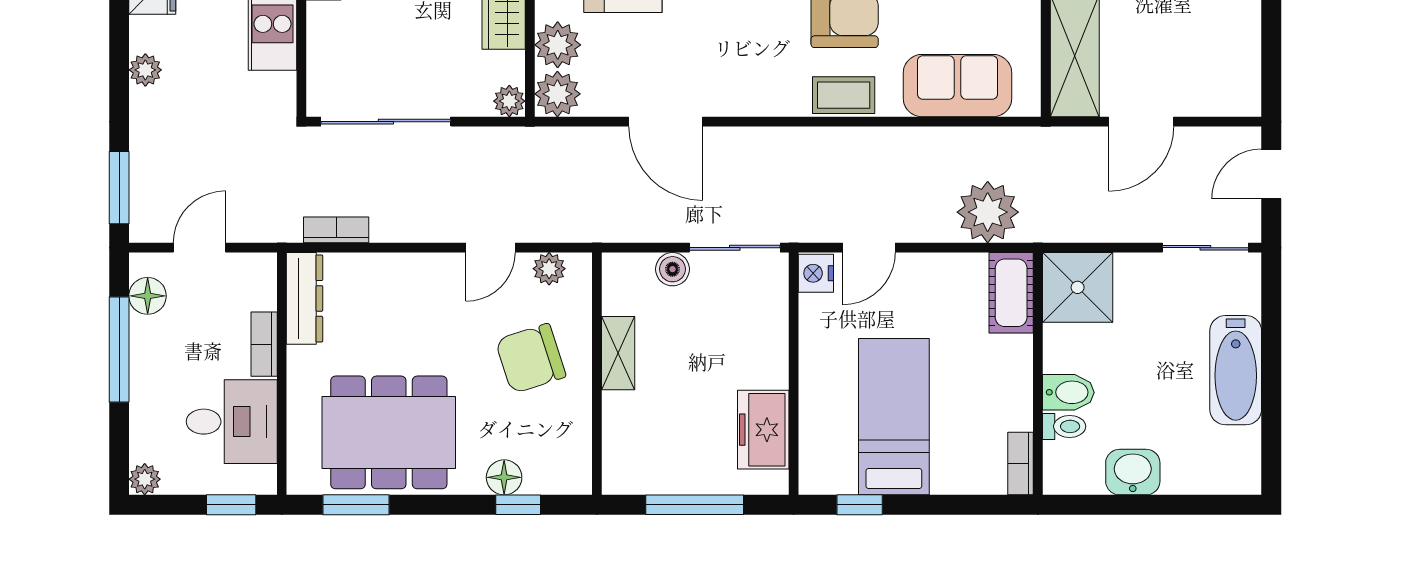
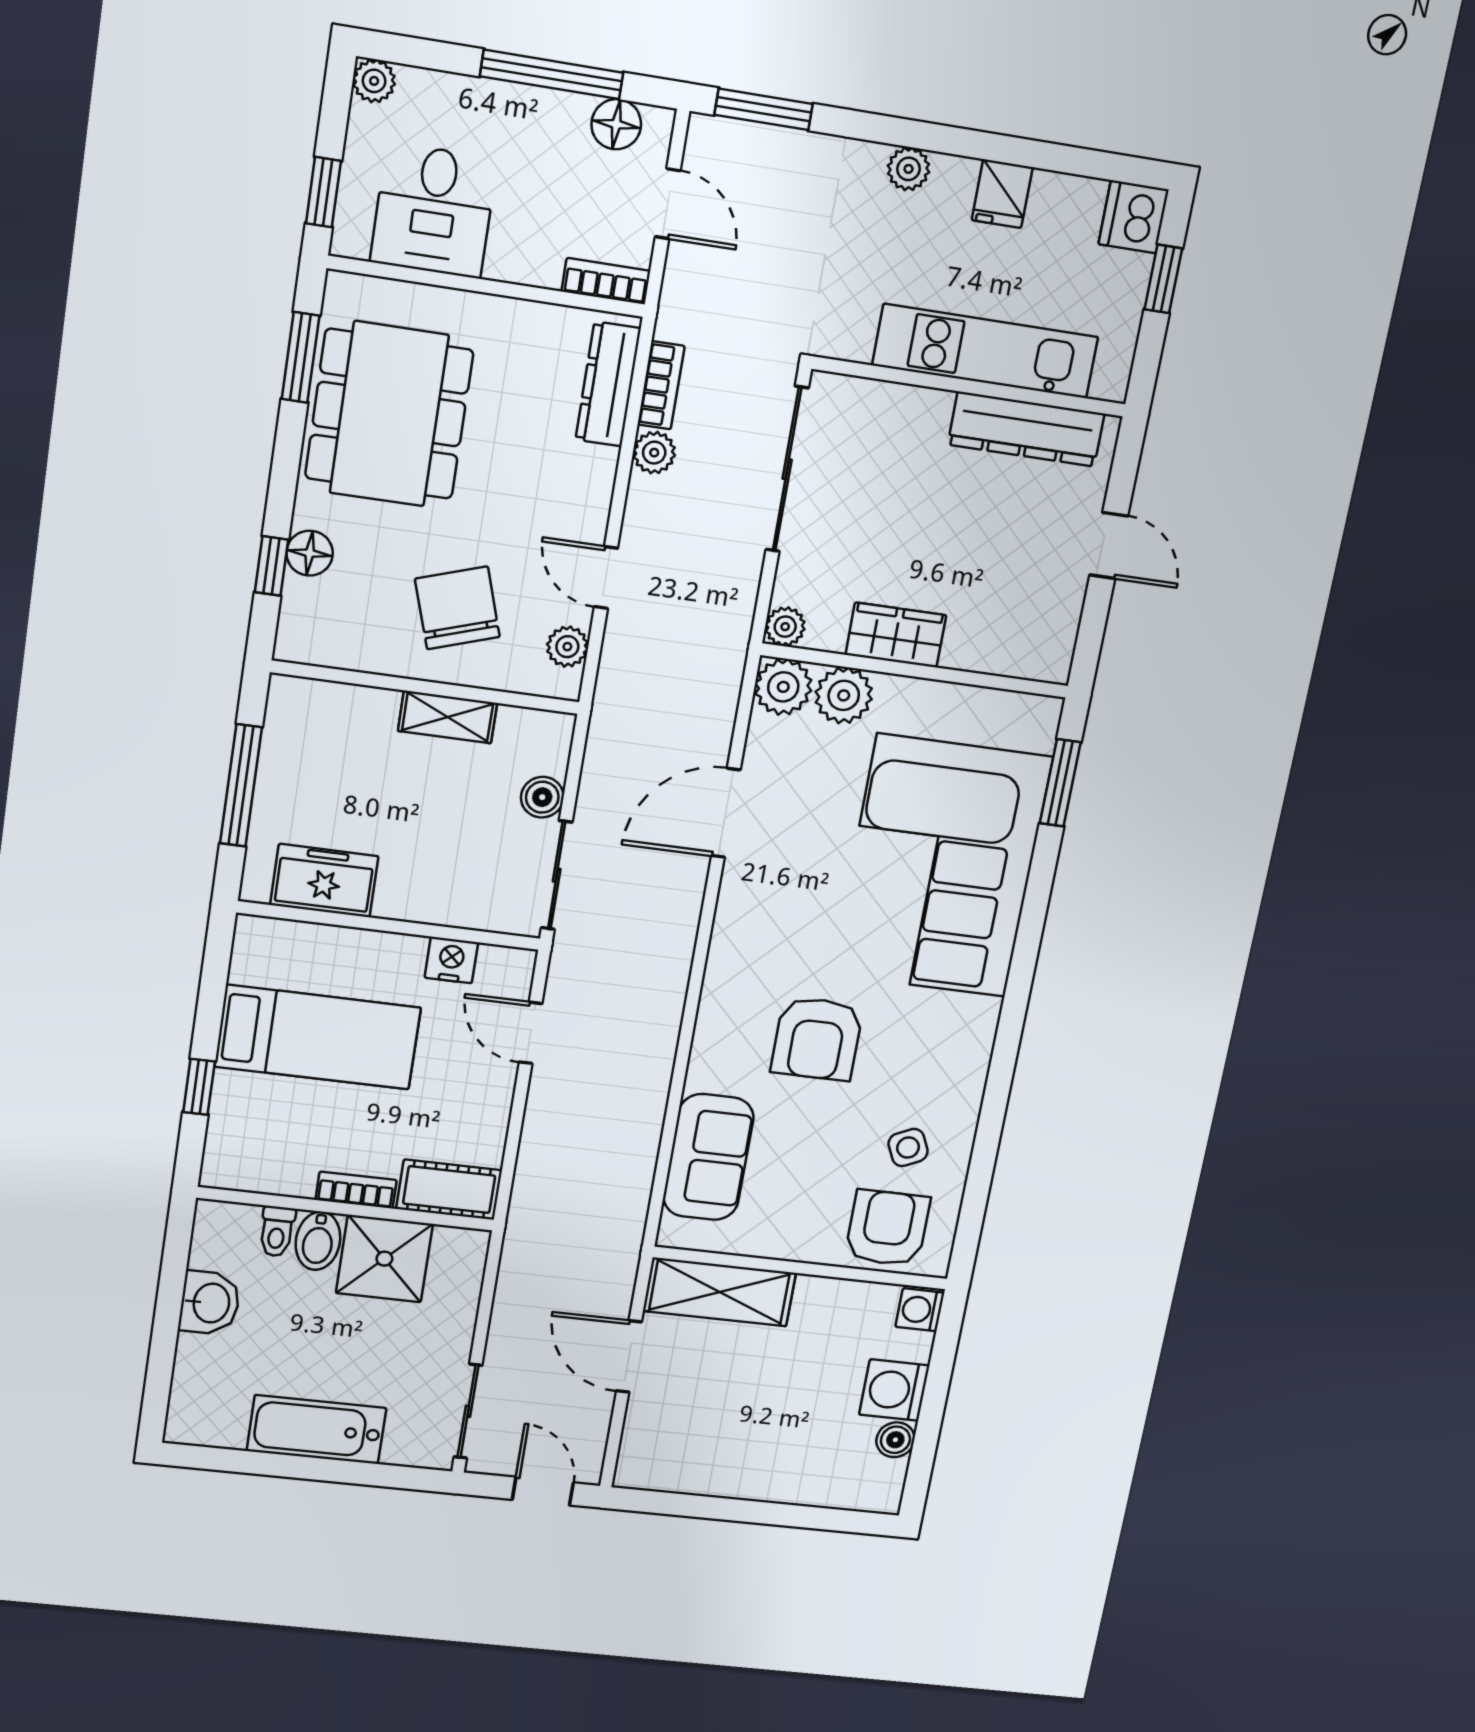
coffee table: (844, 95) -> (720, 1026), removed
plant: (988, 212) -> (654, 453), moved, width x0.53, depth x0.53
nightstand: (816, 273) -> (451, 960), moved
shower: (1078, 287) -> (384, 1259), moved
dresser: (304, 298) -> (608, 384), moved, turned 90
bookcase: (264, 344) -> (606, 281), moved
bookcase: (1021, 463) -> (356, 1190), moved
window: (860, 505) -> (199, 1087), moved

